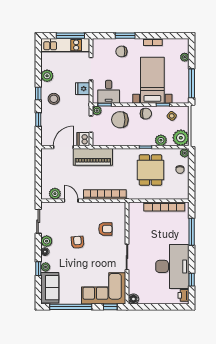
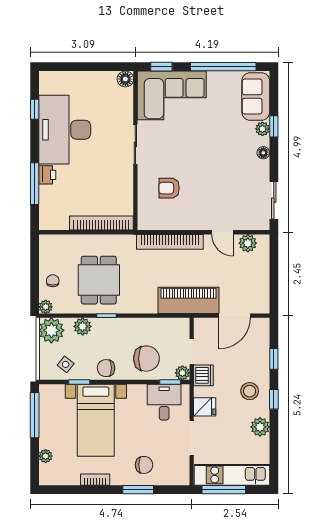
dishwasher: (83, 139) -> (203, 375), moved
bookcase: (164, 207) -> (101, 223), moved
plant: (47, 241) -> (261, 169), removed
armchair: (78, 242) -> (212, 167), removed
printer: (184, 295) -> (47, 175), moved

